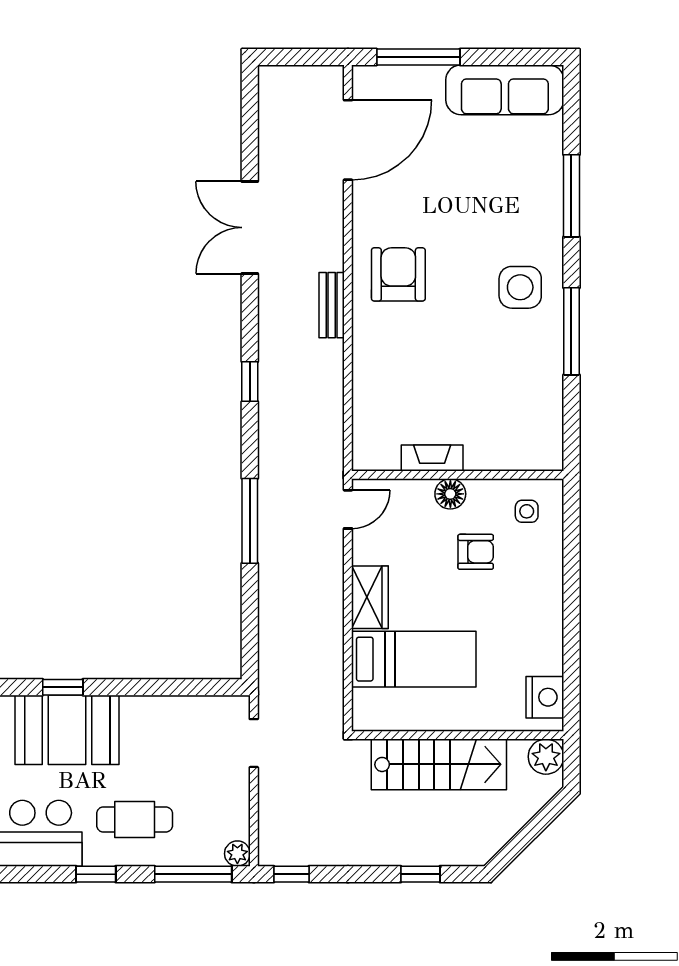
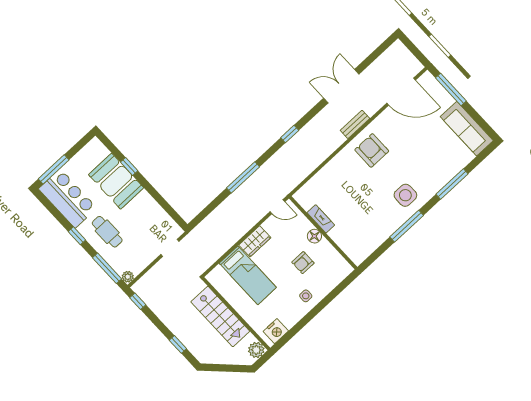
armchair: (398, 274) -> (372, 150), turned -90
bench: (332, 305) -> (355, 124), moved
side table: (527, 511) -> (306, 296), moved
armchair: (476, 552) -> (303, 263), turned 90

